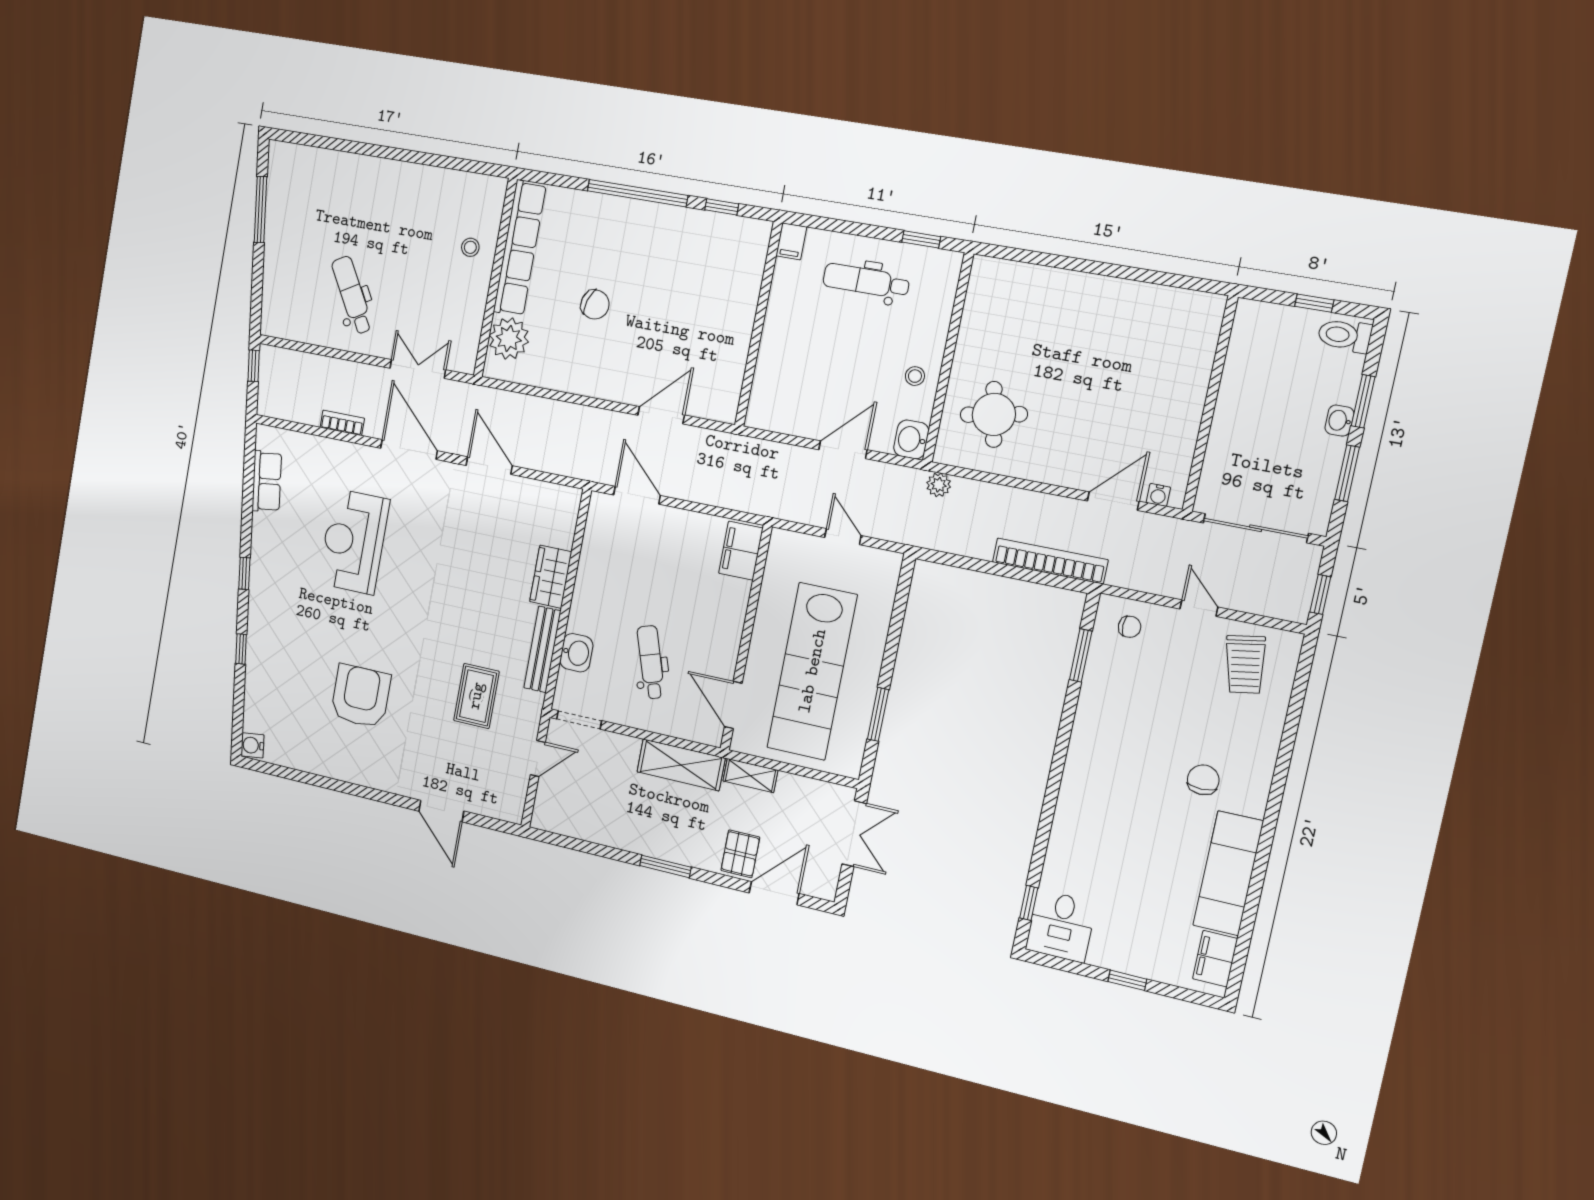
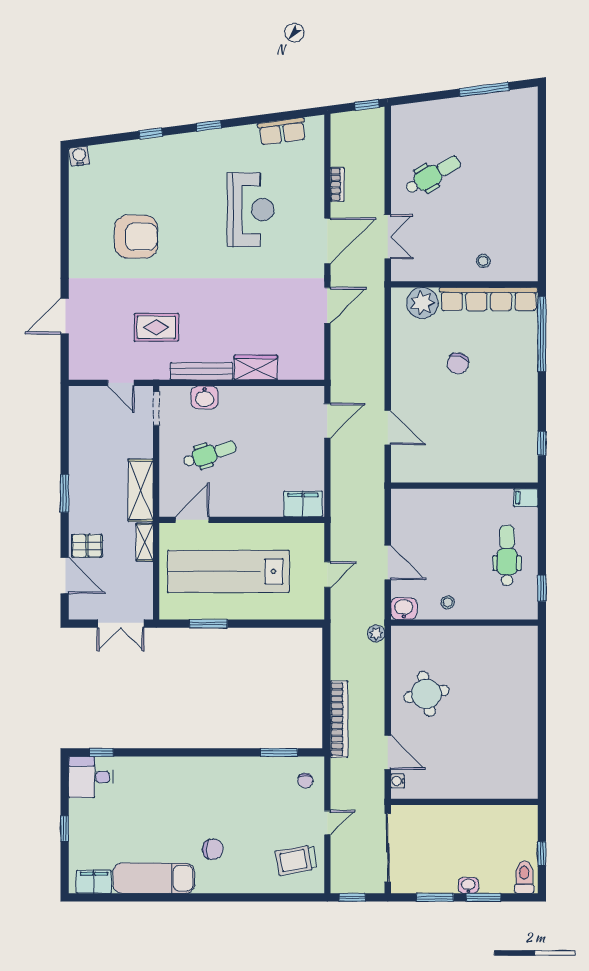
window: (637, 193) -> (542, 334), moved
round table: (994, 414) -> (426, 694), moved
reception desk: (354, 542) -> (251, 210), turned 90

